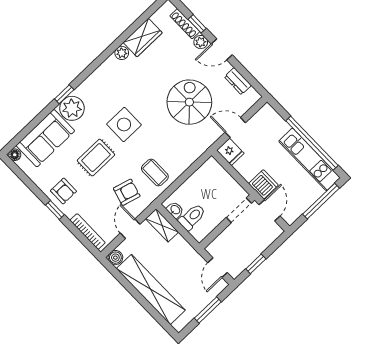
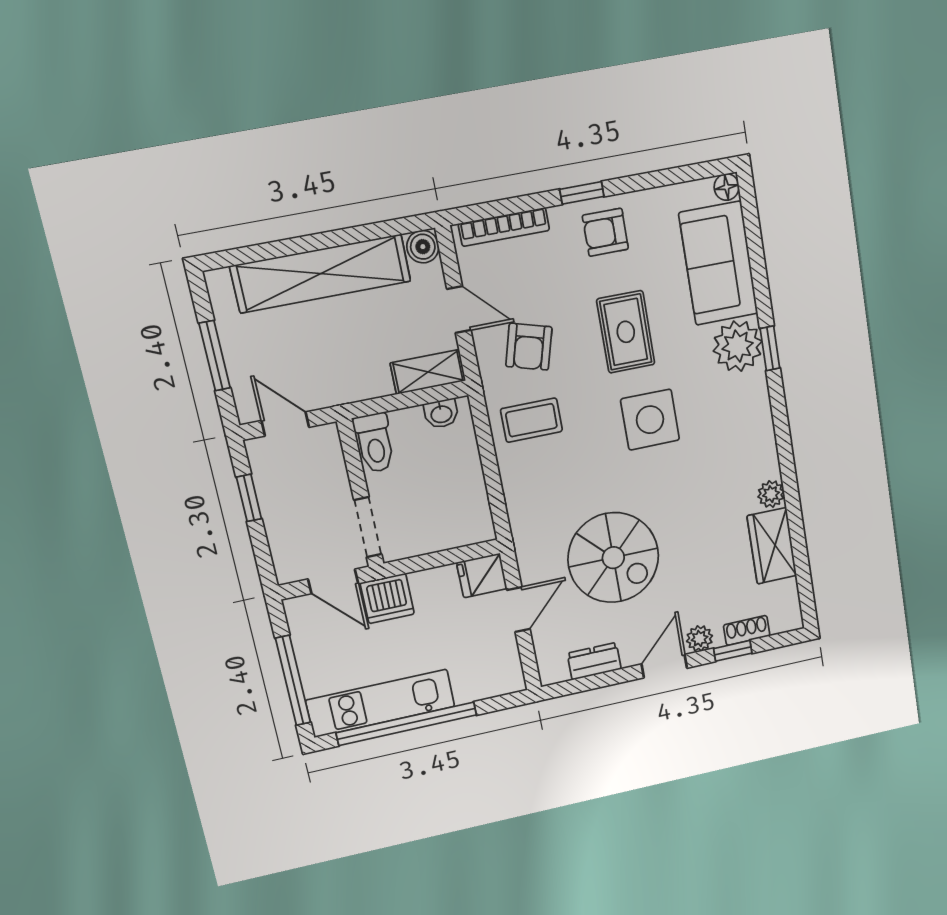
shoe rack: (185, 24) -> (747, 630), width x0.70
toilet: (192, 217) -> (375, 443), moved

